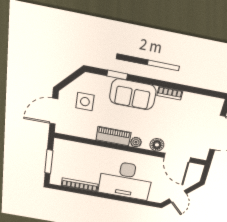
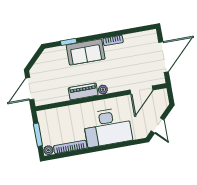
side table: (85, 102) -> (51, 72), removed
floor lamp: (157, 145) -> (120, 85), removed
door: (177, 158) -> (141, 90), hinge flipped
plant: (56, 180) -> (48, 150), added

